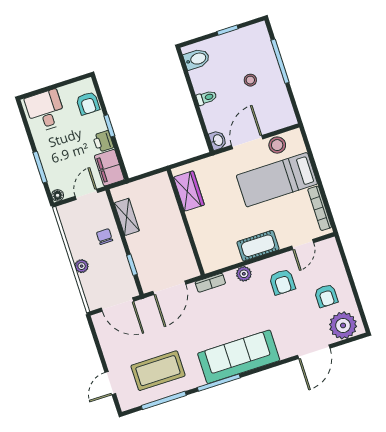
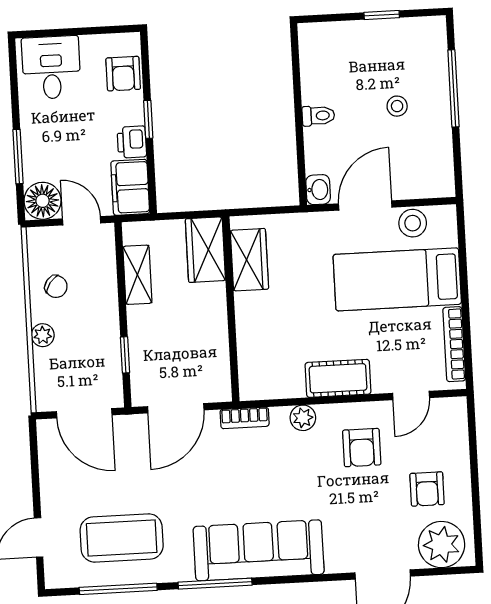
bidet: (197, 59) -> (319, 49), removed
wardrobe: (162, 192) -> (205, 250), added
door: (86, 194) -> (82, 221), hinge flipped
floor lamp: (58, 195) -> (43, 201), width x1.89, depth x1.89
chair: (104, 237) -> (56, 287), moved, turned 126

